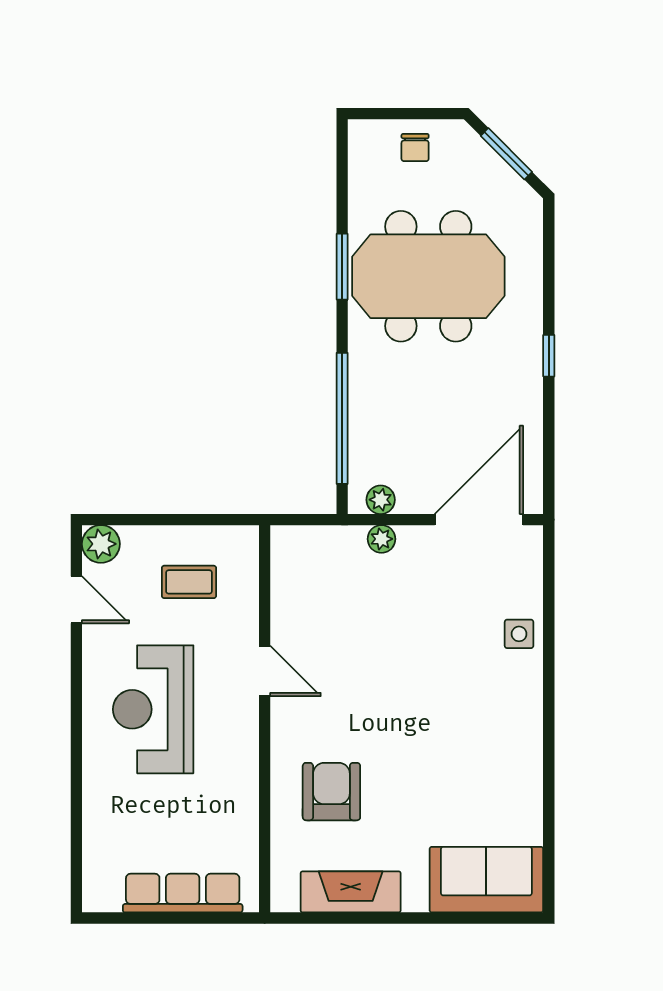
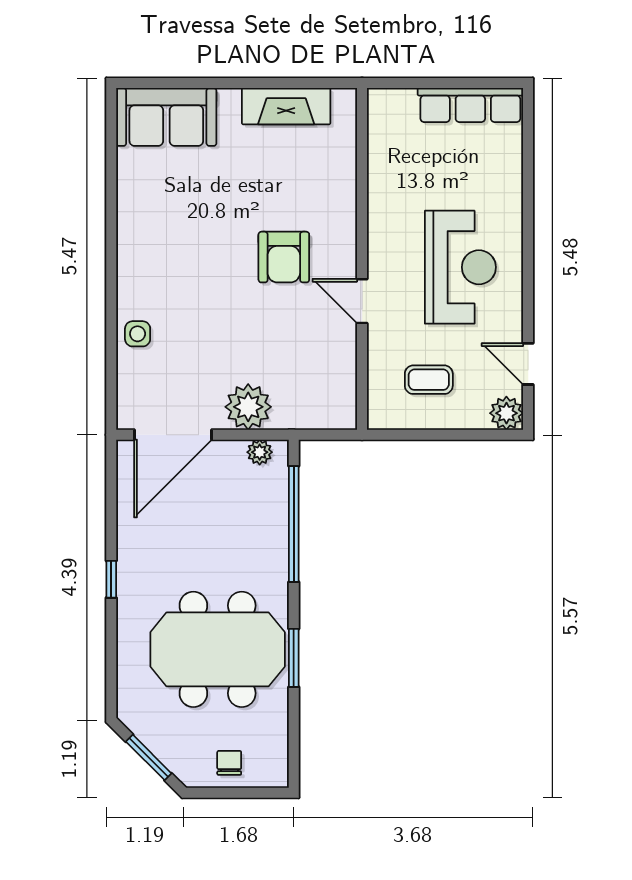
plant: (381, 539) -> (248, 407), width x1.88, depth x1.88
armchair: (331, 792) -> (284, 257), moved
row of seats: (183, 893) -> (470, 105), moved

